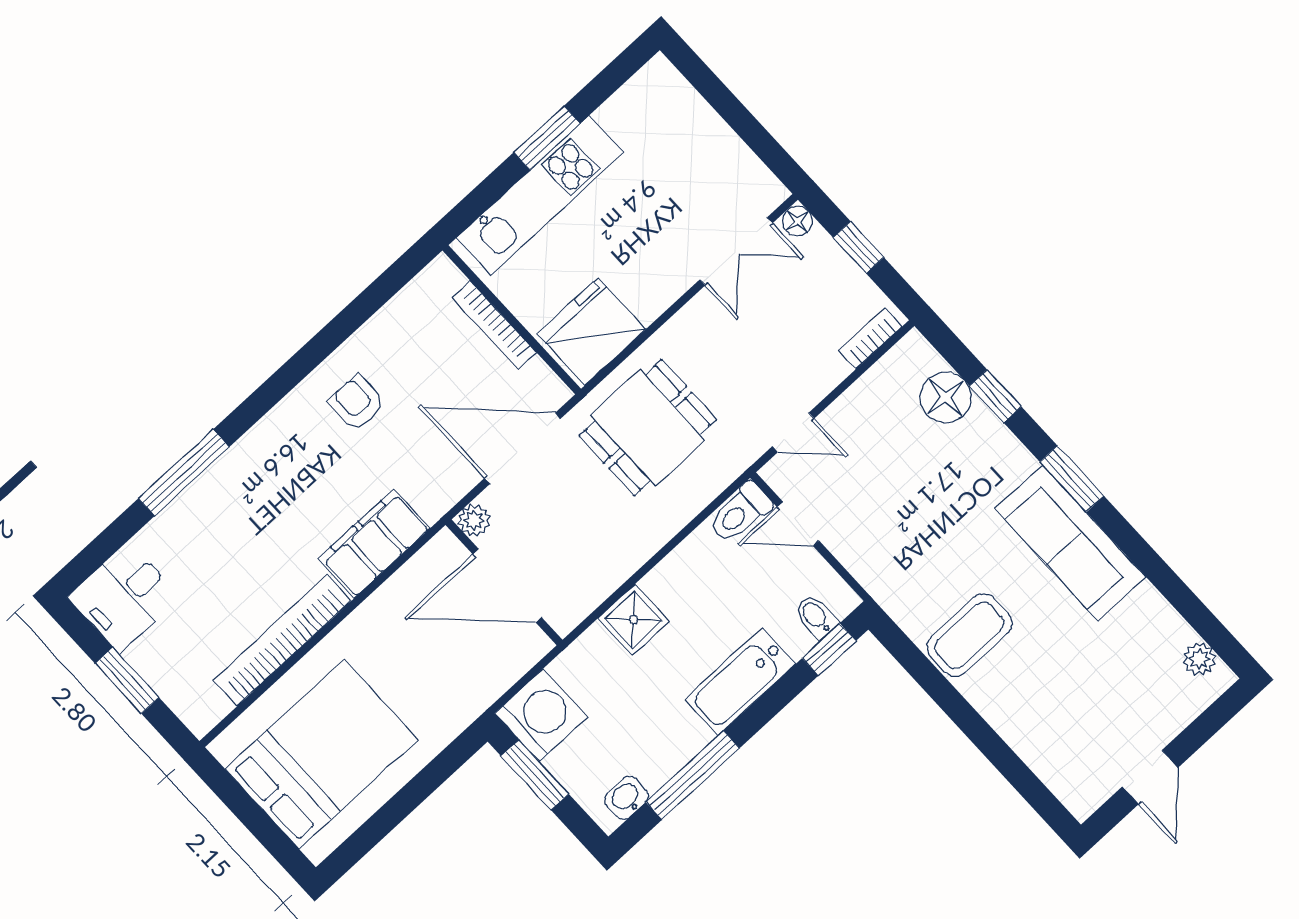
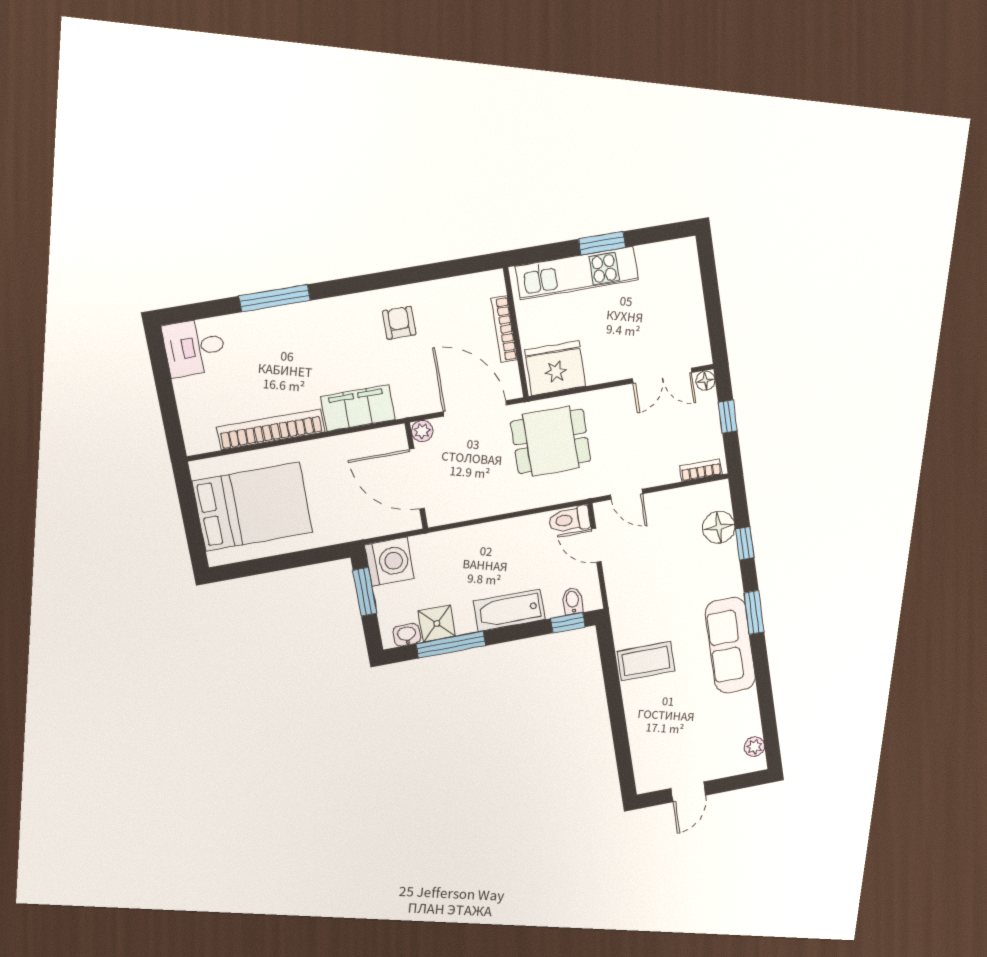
shower: (633, 620) -> (437, 624), moved
window: (127, 680) -> (166, 396), removed

